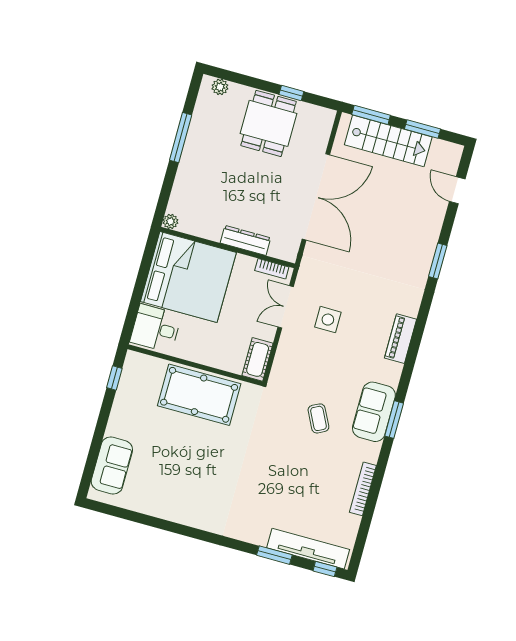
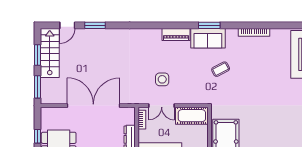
stairs: (388, 141) -> (50, 53), moved
window: (438, 261) -> (95, 25), moved
piano: (401, 339) -> (176, 35), moved
cot: (258, 359) -> (192, 116), width x1.37, depth x1.34

